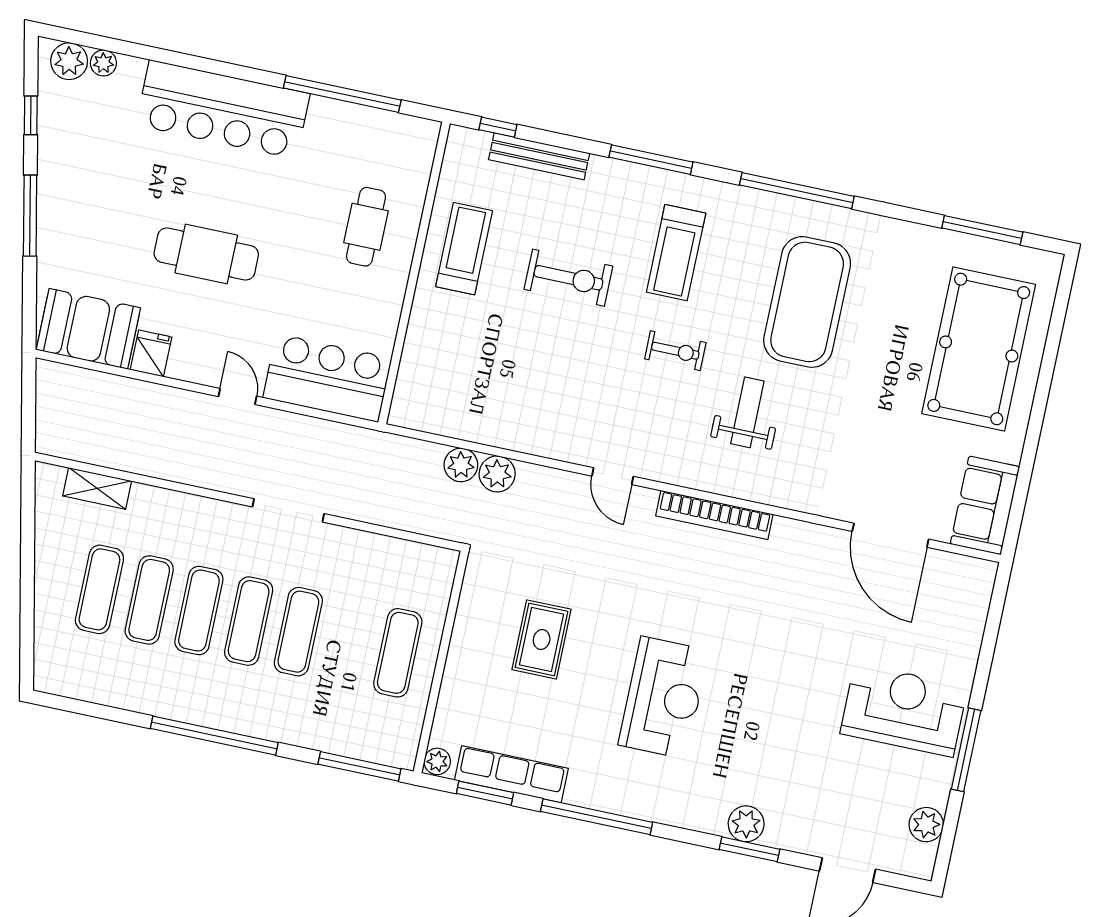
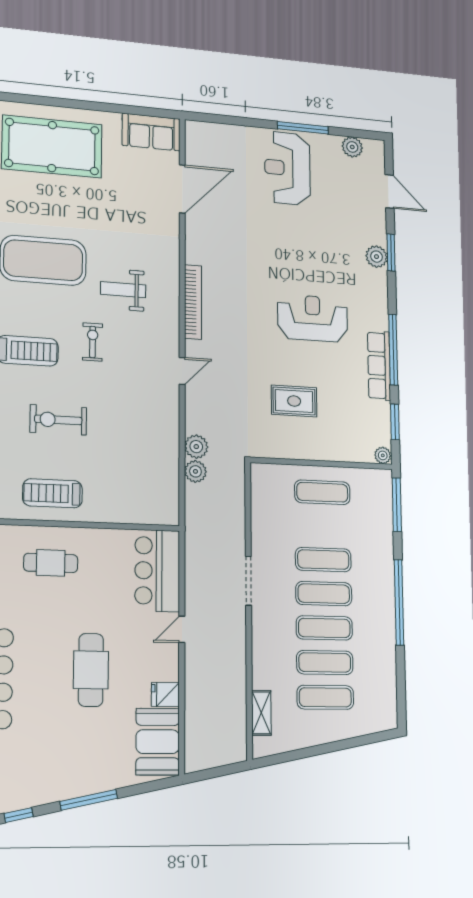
exercise bike: (568, 278) -> (58, 420), turned -90
row of seats: (511, 774) -> (379, 366), moved

